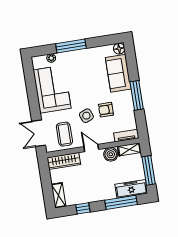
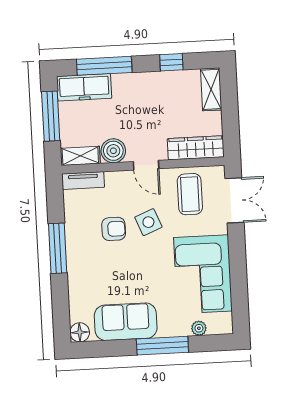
sofa: (118, 73) -> (126, 322), moved, turned -90

